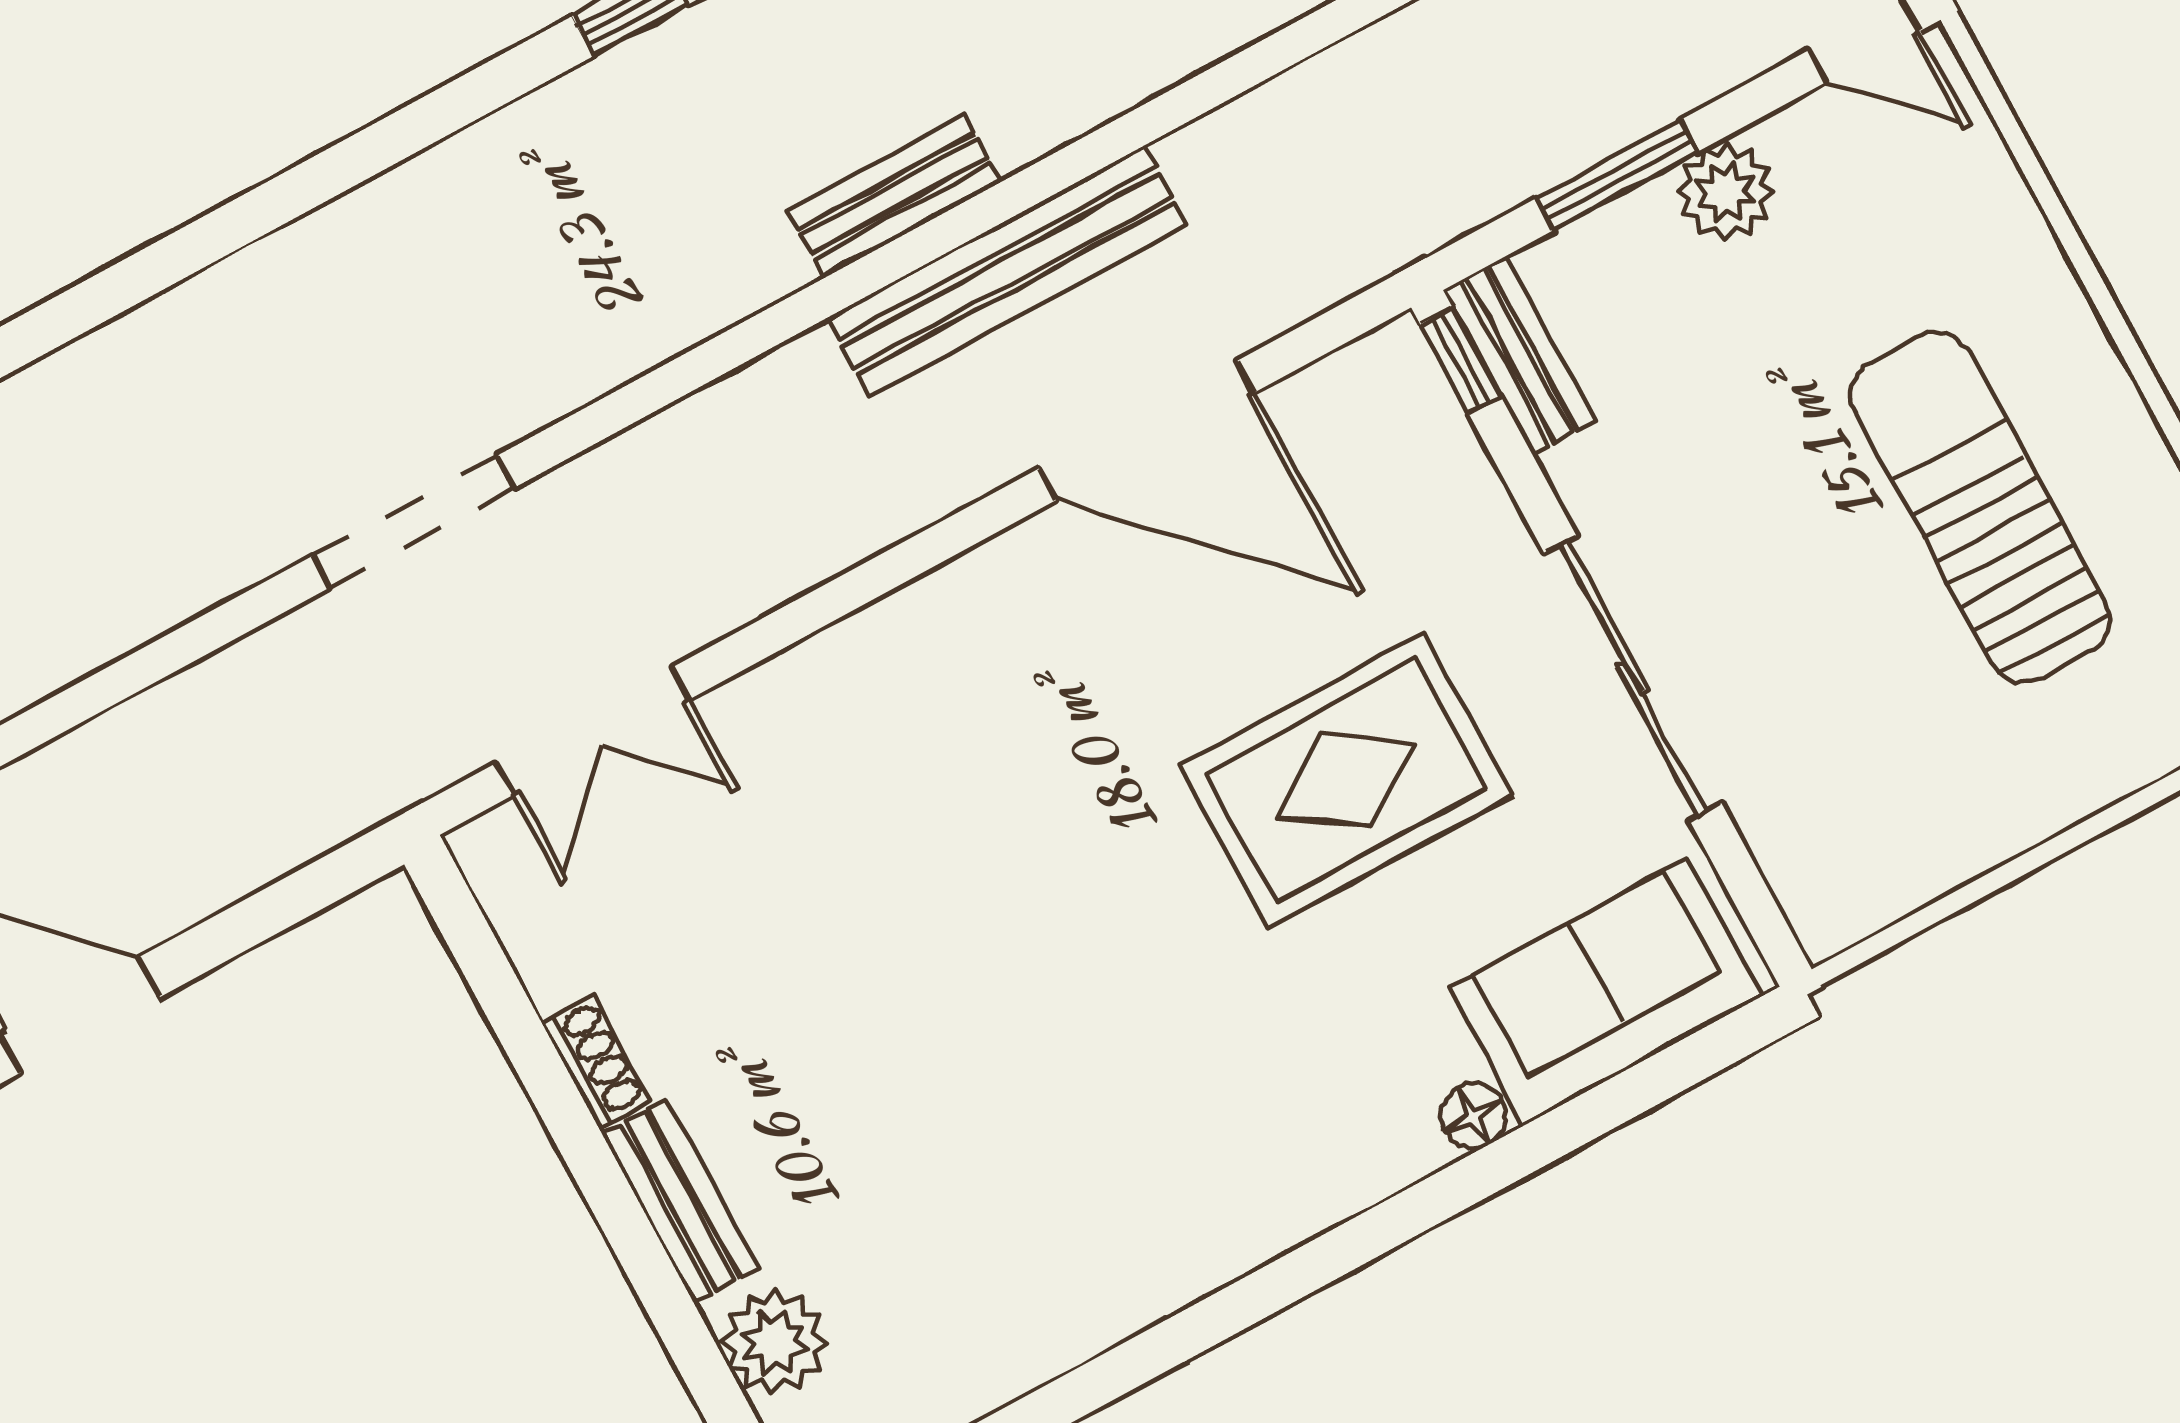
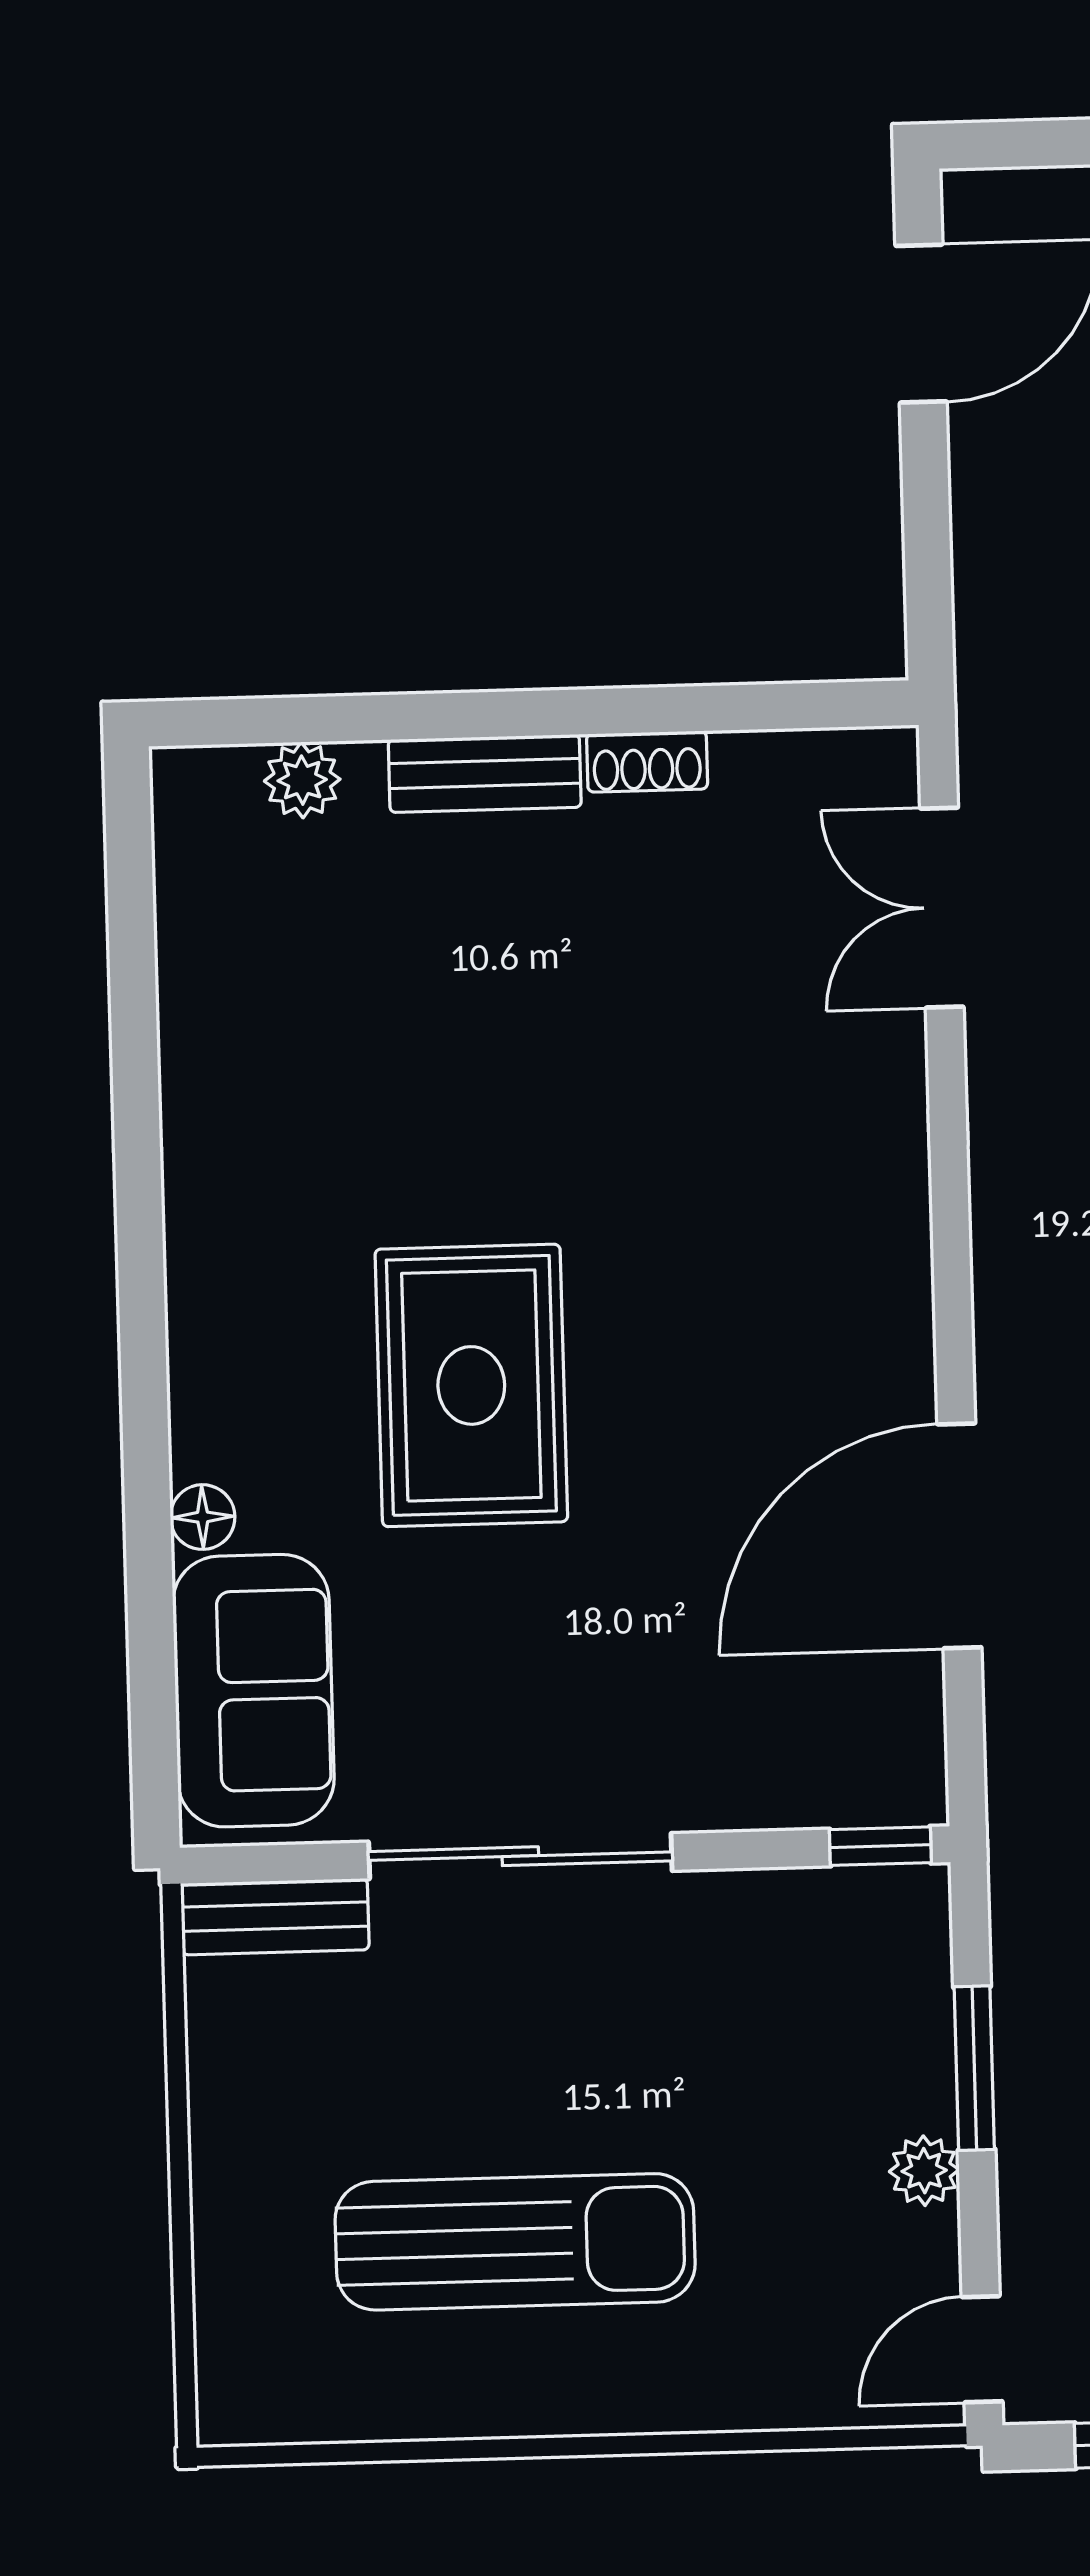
plant: (1726, 192) -> (924, 2171), width x0.73, depth x0.73
bench: (1519, 355) -> (275, 1917), moved
rug: (1346, 780) -> (471, 1385), moved
plant: (775, 1342) -> (302, 780), width x0.73, depth x0.73

